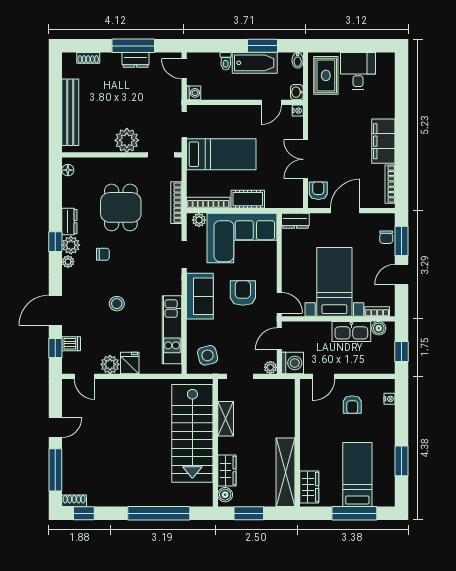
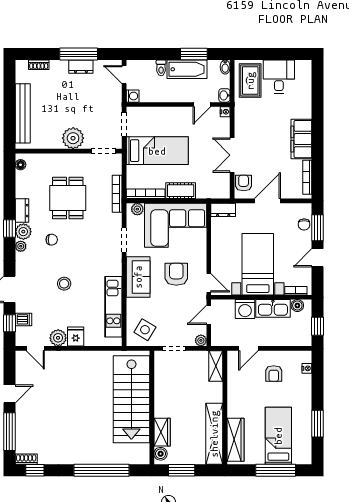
side table: (208, 355) -> (145, 330), turned 45
washing machine: (293, 363) -> (245, 309), moved, turned 90
shelving: (226, 419) -> (216, 366), moved
wardrobe: (309, 487) -> (235, 440), width x1.50

